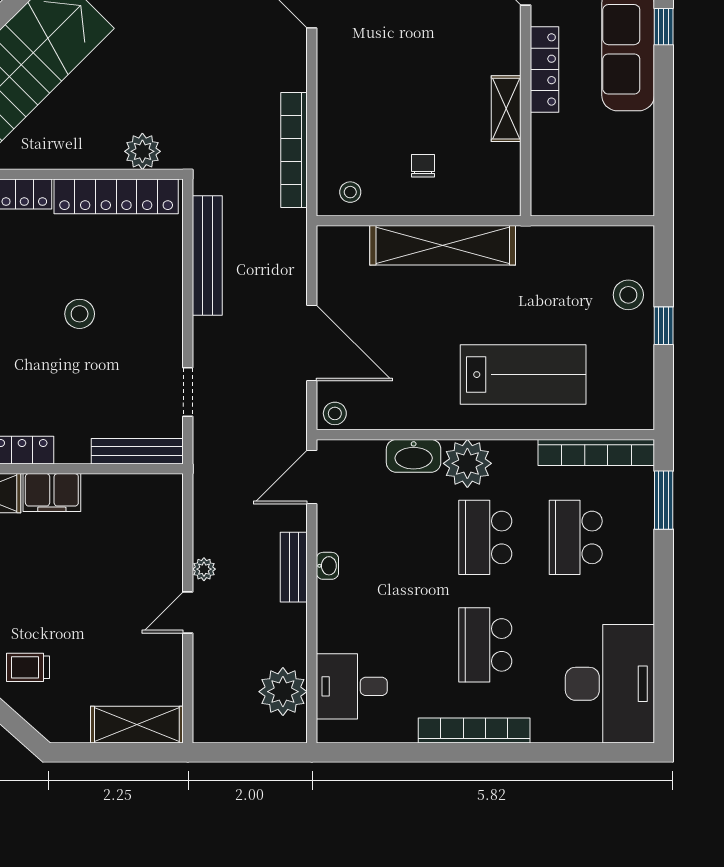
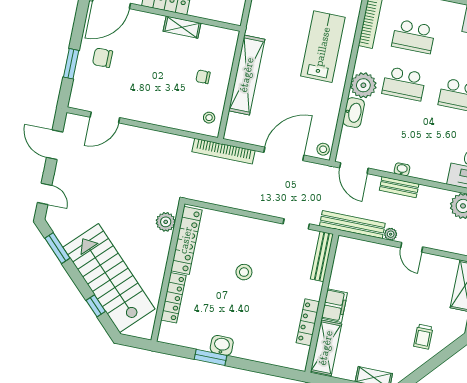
bookcase: (294, 150) -> (224, 151), moved
bench: (207, 256) -> (352, 225), moved

